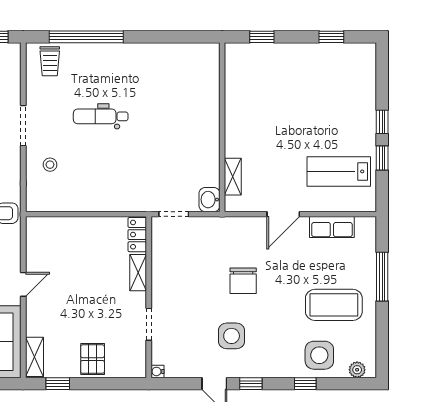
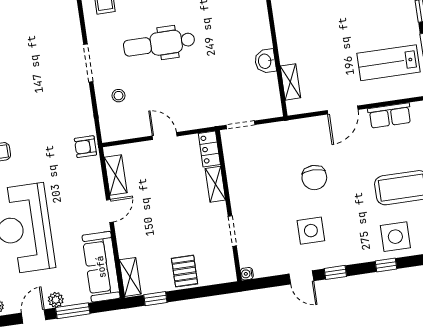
dental chair: (101, 116) -> (159, 44), width x1.36, depth x1.38
washbasin: (209, 200) -> (265, 61), moved
door: (92, 214) -> (165, 136), added
shelving: (35, 248) -> (116, 175), added

